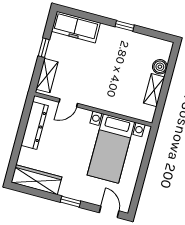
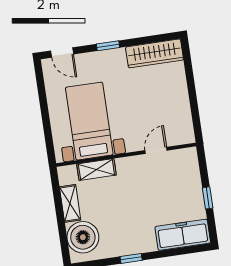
boiler: (160, 67) -> (83, 237), width x1.86, depth x1.86
shelving: (47, 76) -> (96, 170), moved, turned 90
dresser: (35, 125) -> (181, 111), removed

